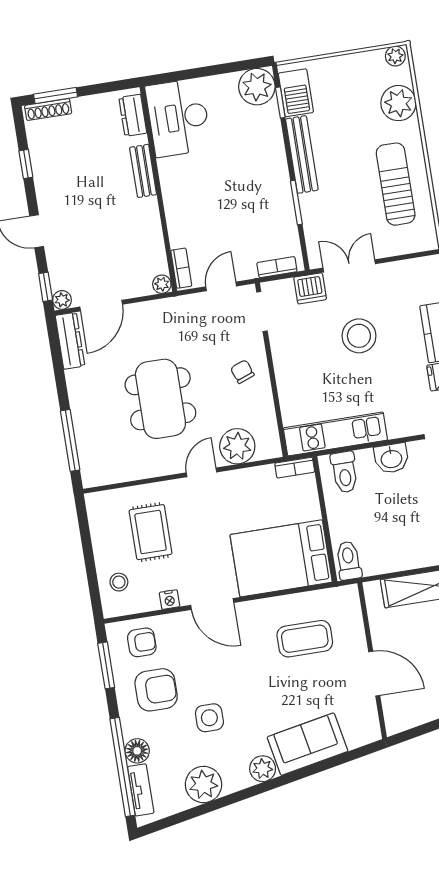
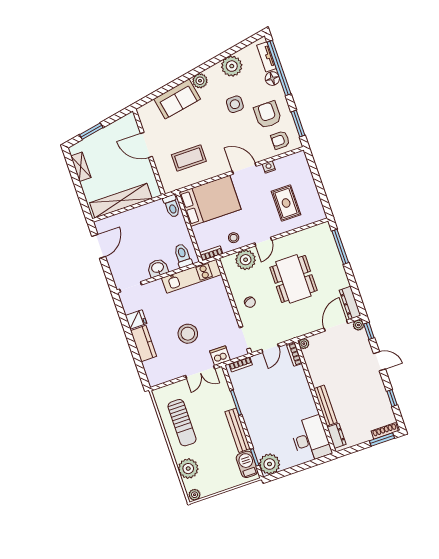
bench: (143, 171) -> (325, 406), width x1.36
stool: (119, 582) -> (234, 238), moved
armchair: (156, 690) -> (268, 115), turned 90

